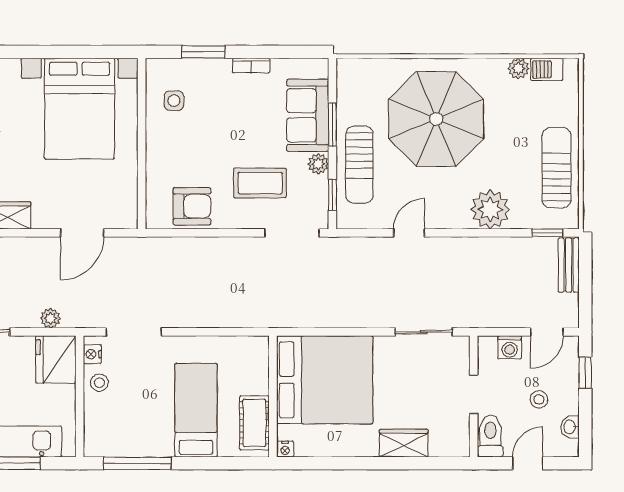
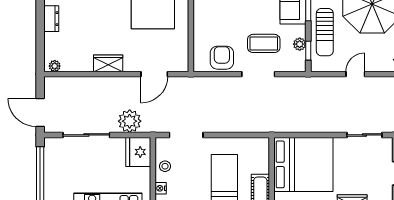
plant: (318, 164) -> (300, 44), moved
armchair: (192, 206) -> (222, 58), turned -90
doorway: (292, 233) -> (258, 74), moved
plant: (50, 318) -> (130, 121), width x1.88, depth x1.88
nightstand: (92, 354) -> (161, 188), moved

